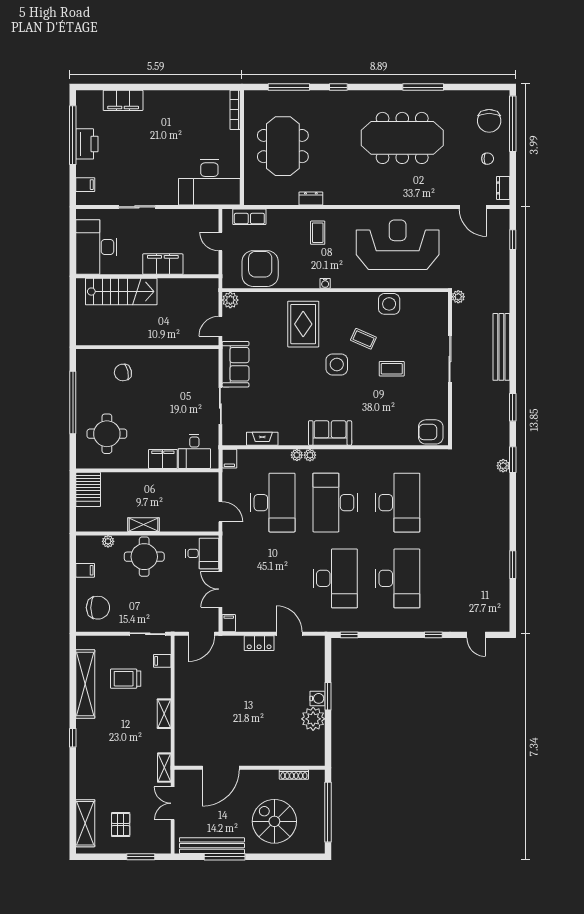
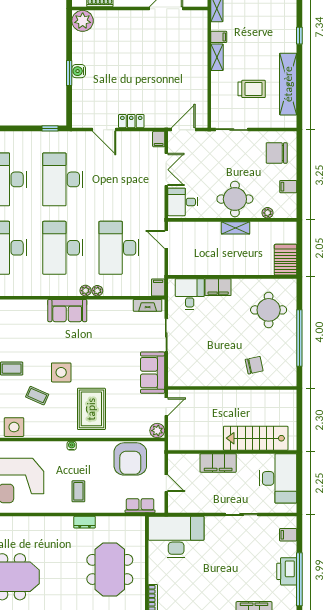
fireplace: (262, 439) -> (148, 305), moved
desk: (335, 503) -> (63, 248), turned 180
filing cabinet: (162, 661) -> (219, 37), moved
plant: (313, 719) -> (83, 21), moved

